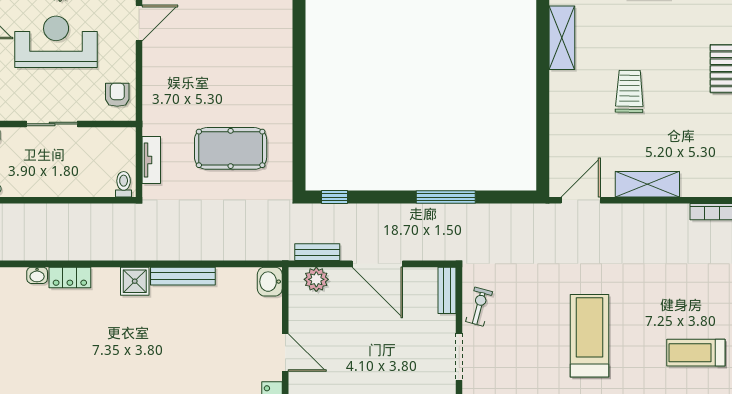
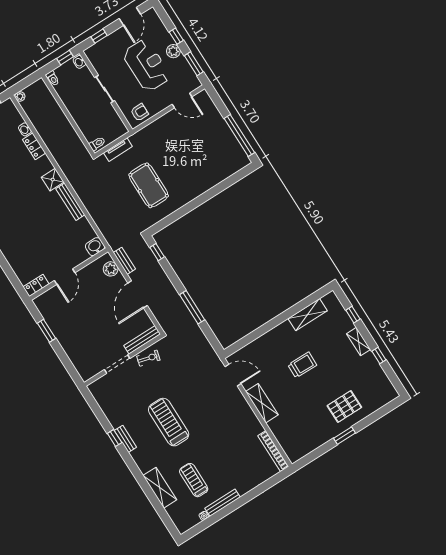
bench: (447, 290) -> (142, 340), width x1.36
treadmill: (590, 336) -> (169, 422), turned -90

